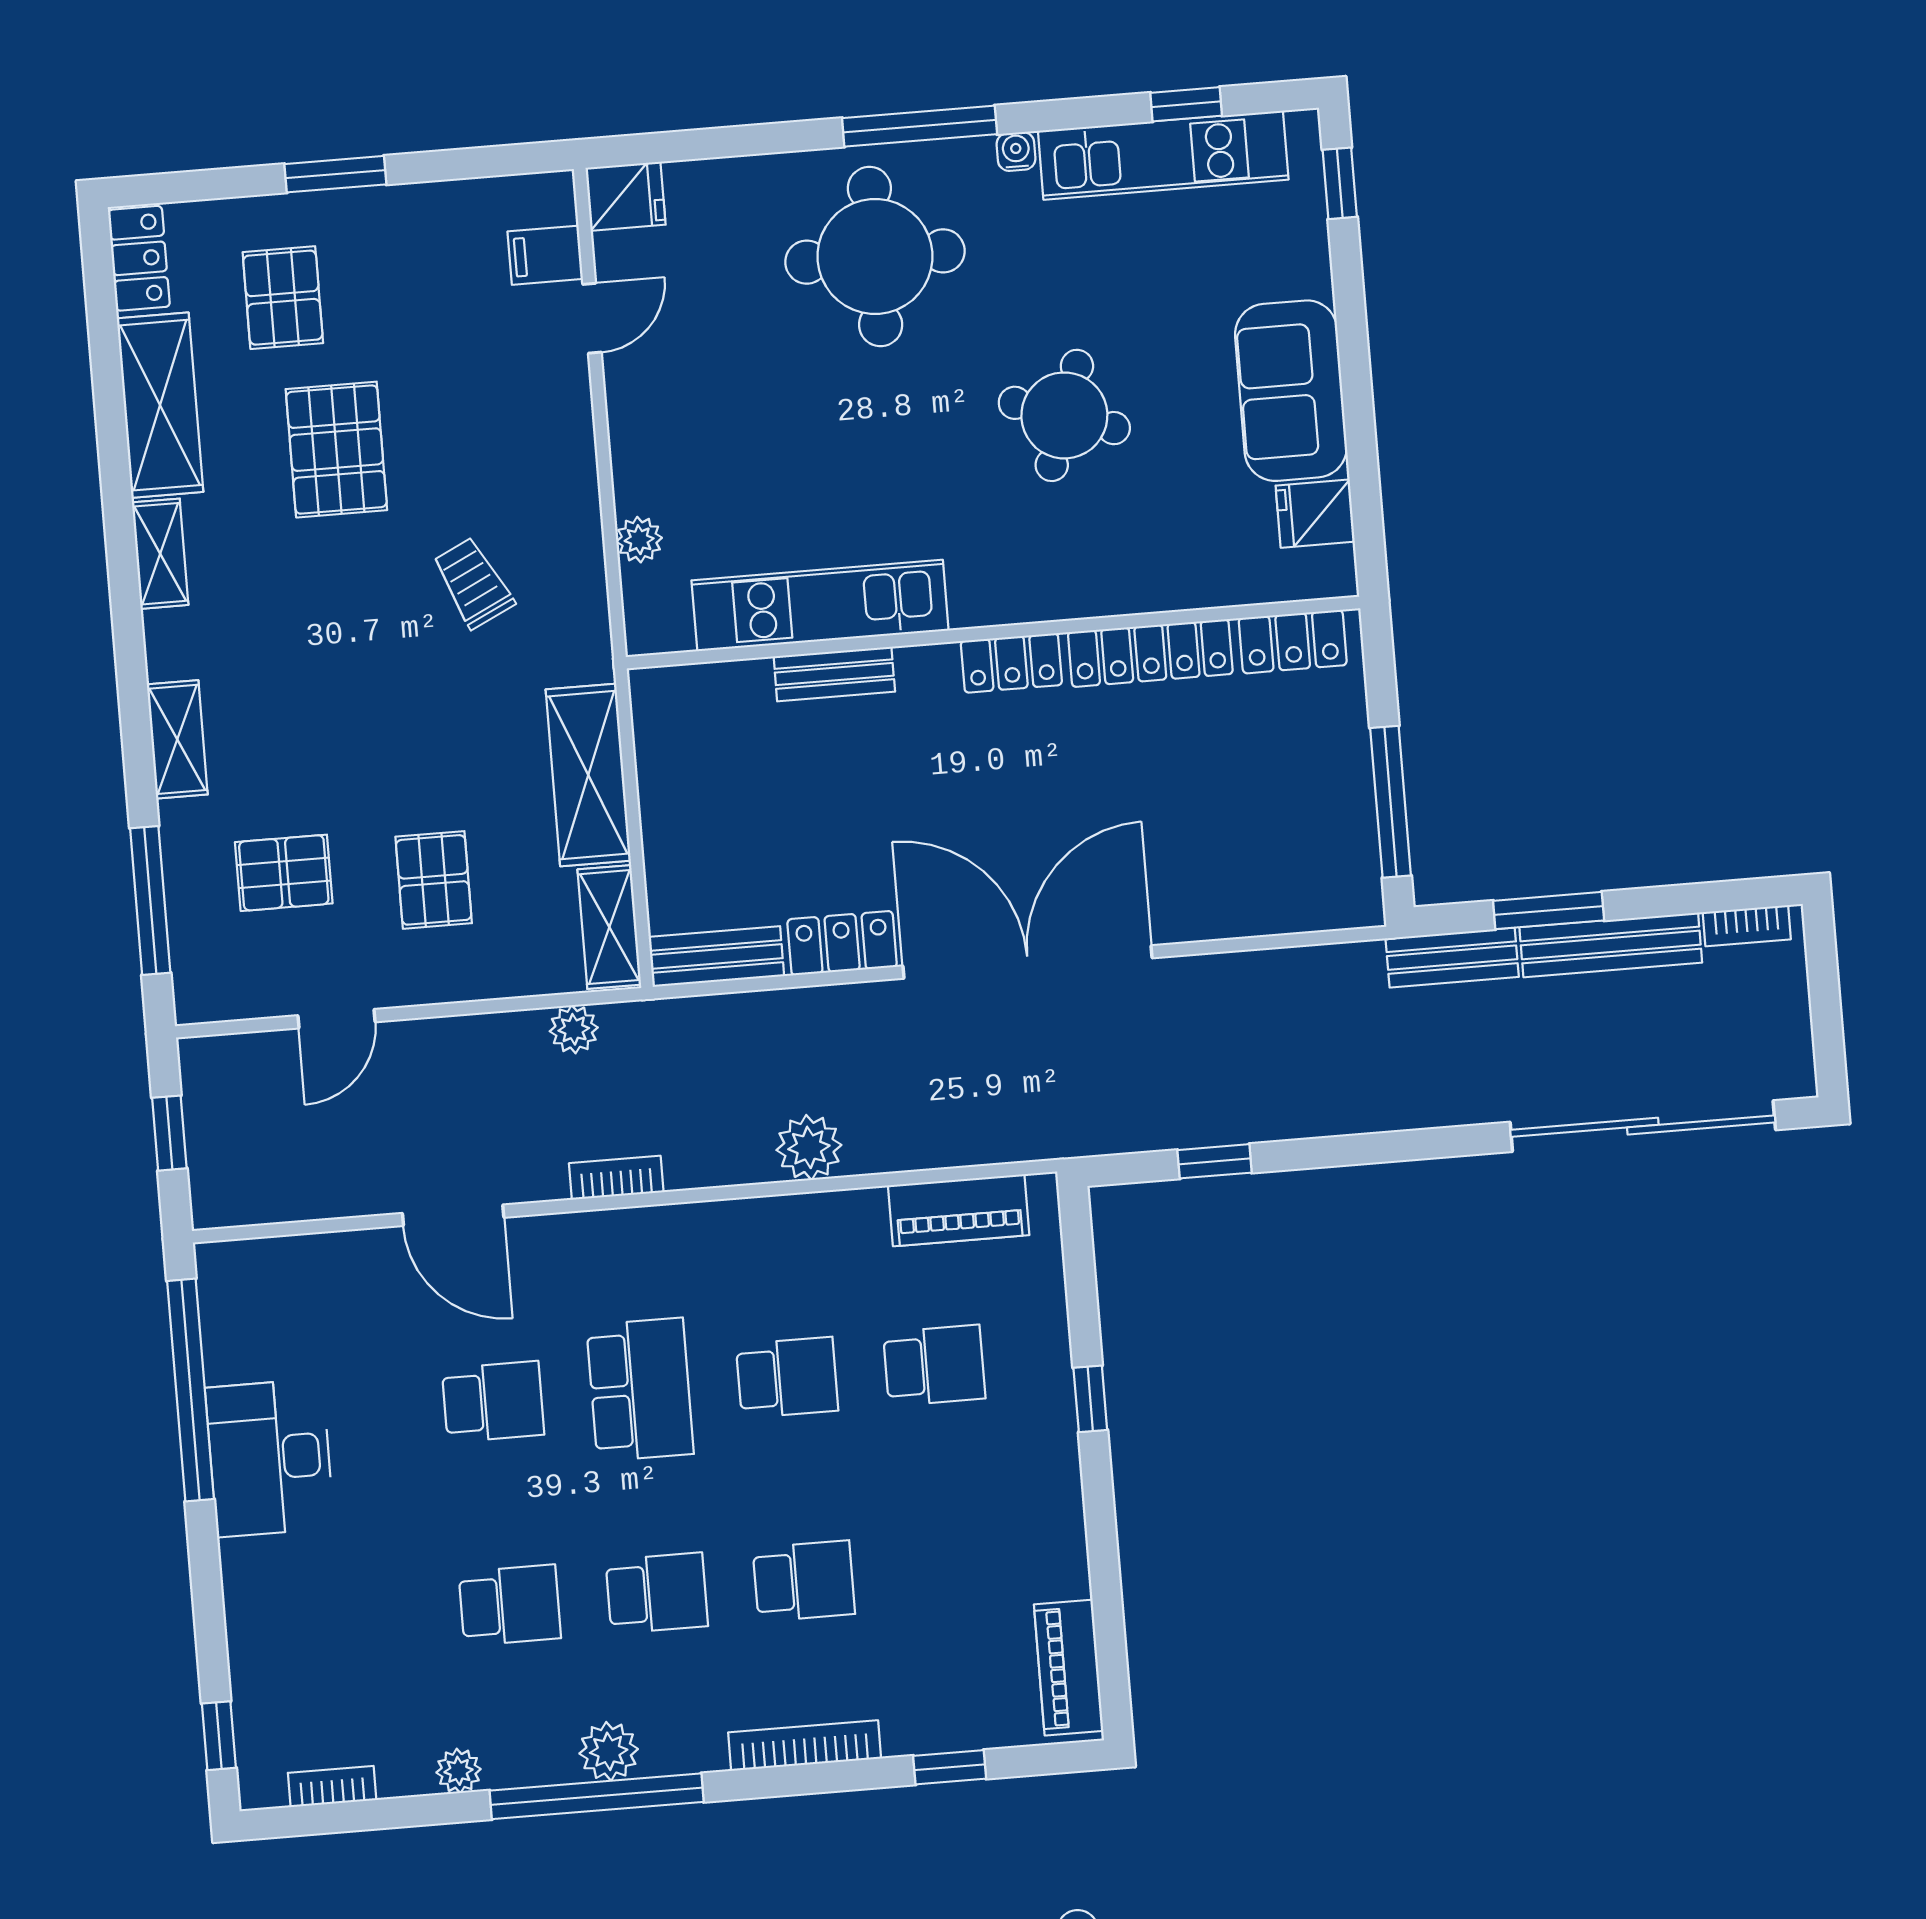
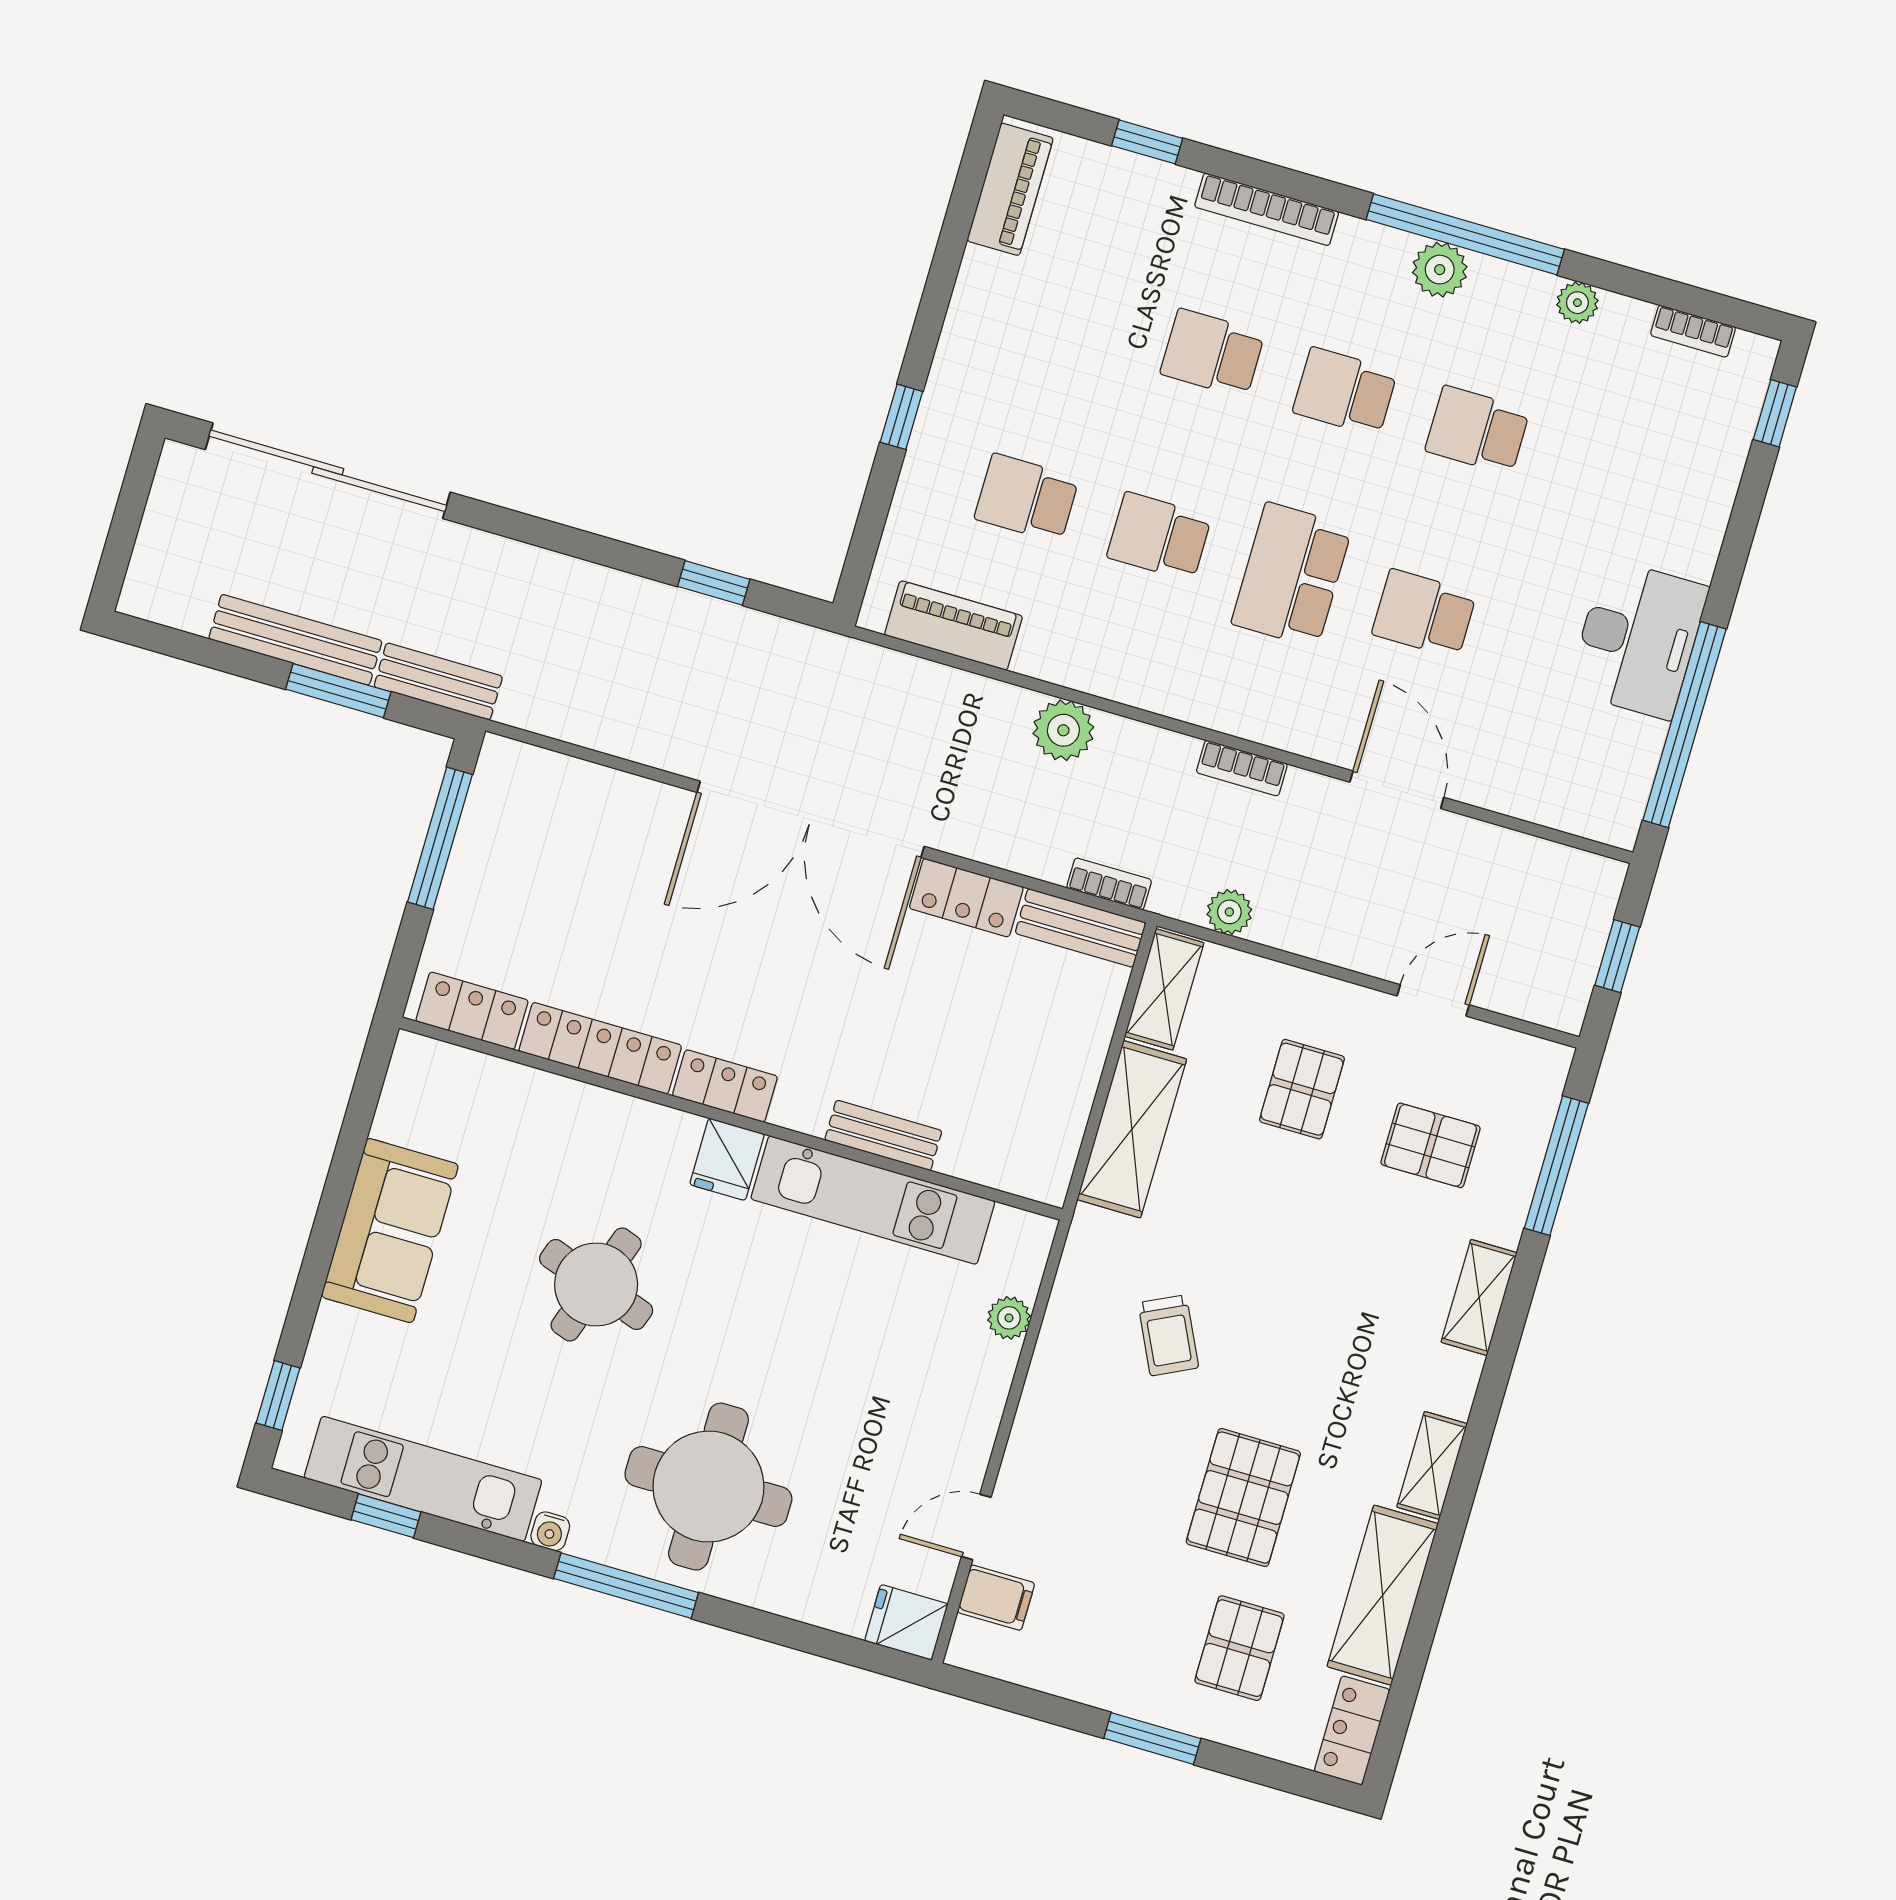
fridge: (1315, 514) -> (727, 1159), moved, turned 90
bookcase: (1747, 926) -> (1109, 884), moved

